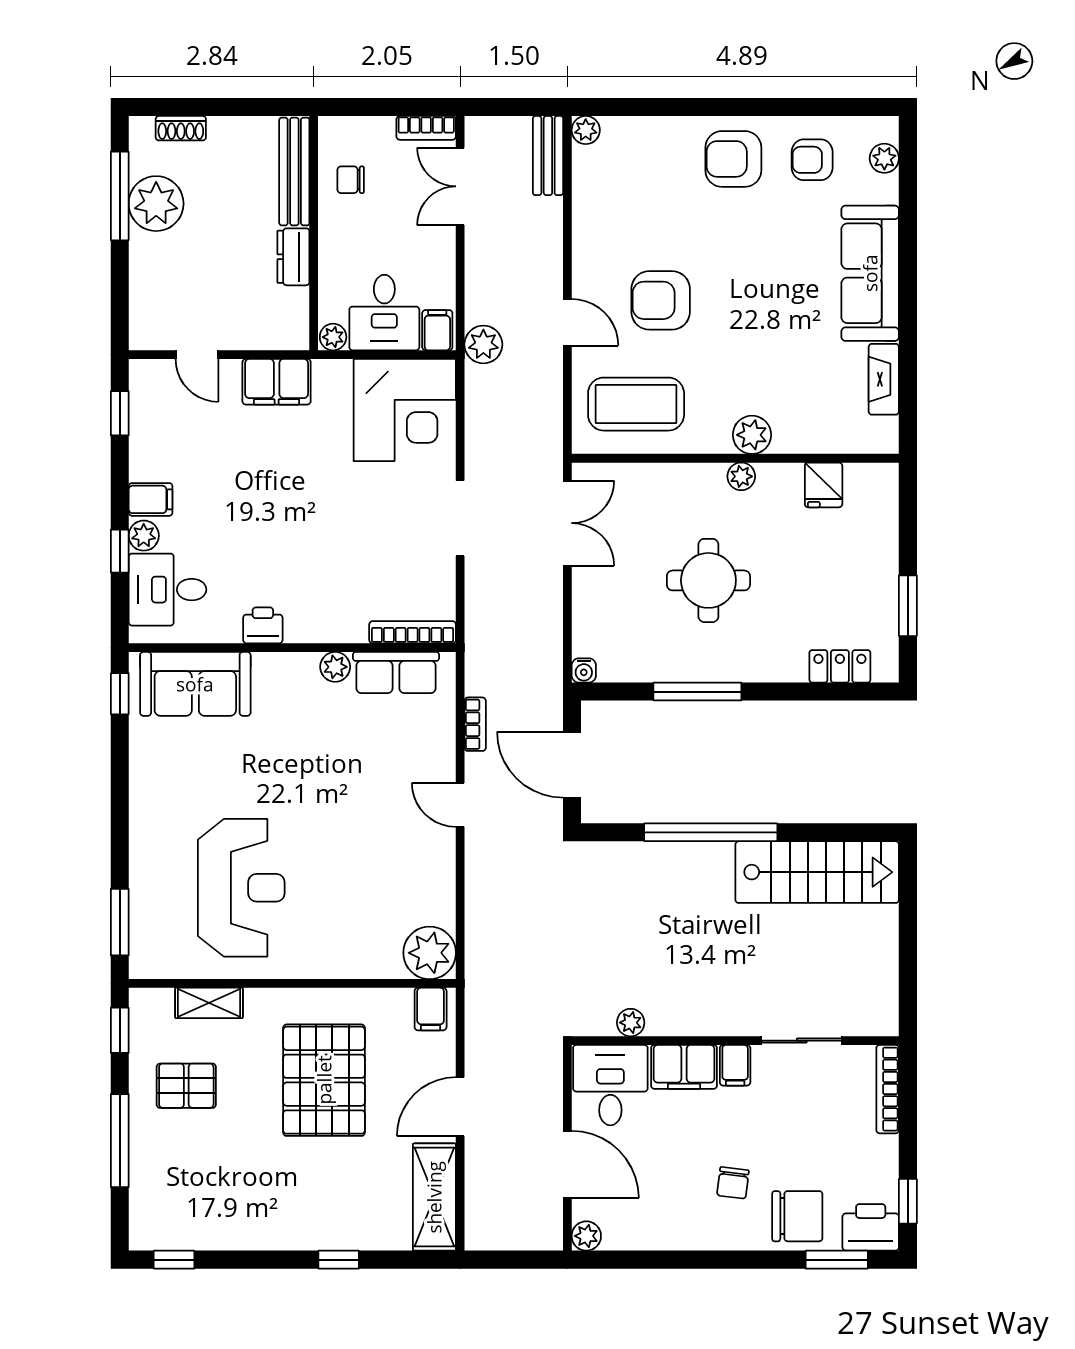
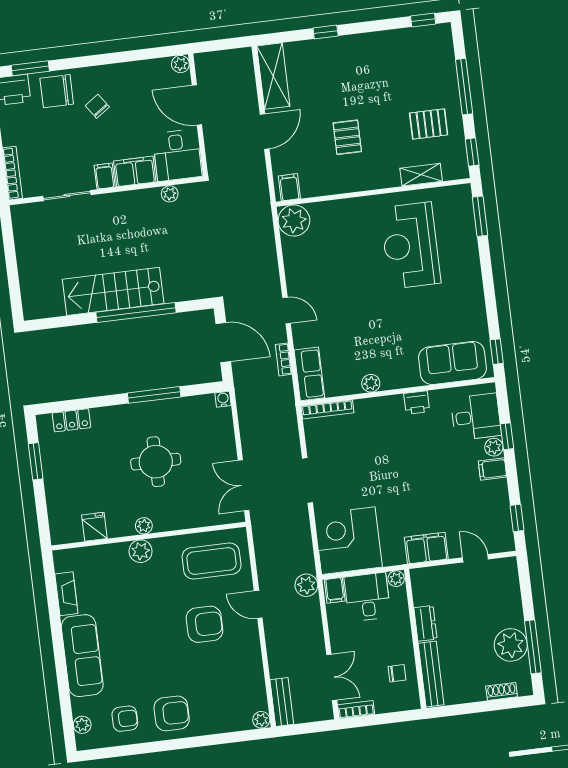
row of seats: (396, 672) -> (309, 374), moved, turned 90
stairs: (817, 872) -> (113, 291), moved
pallet: (324, 1080) -> (347, 137), width x0.49, depth x0.50
chair: (733, 1183) -> (97, 106), turned -42

